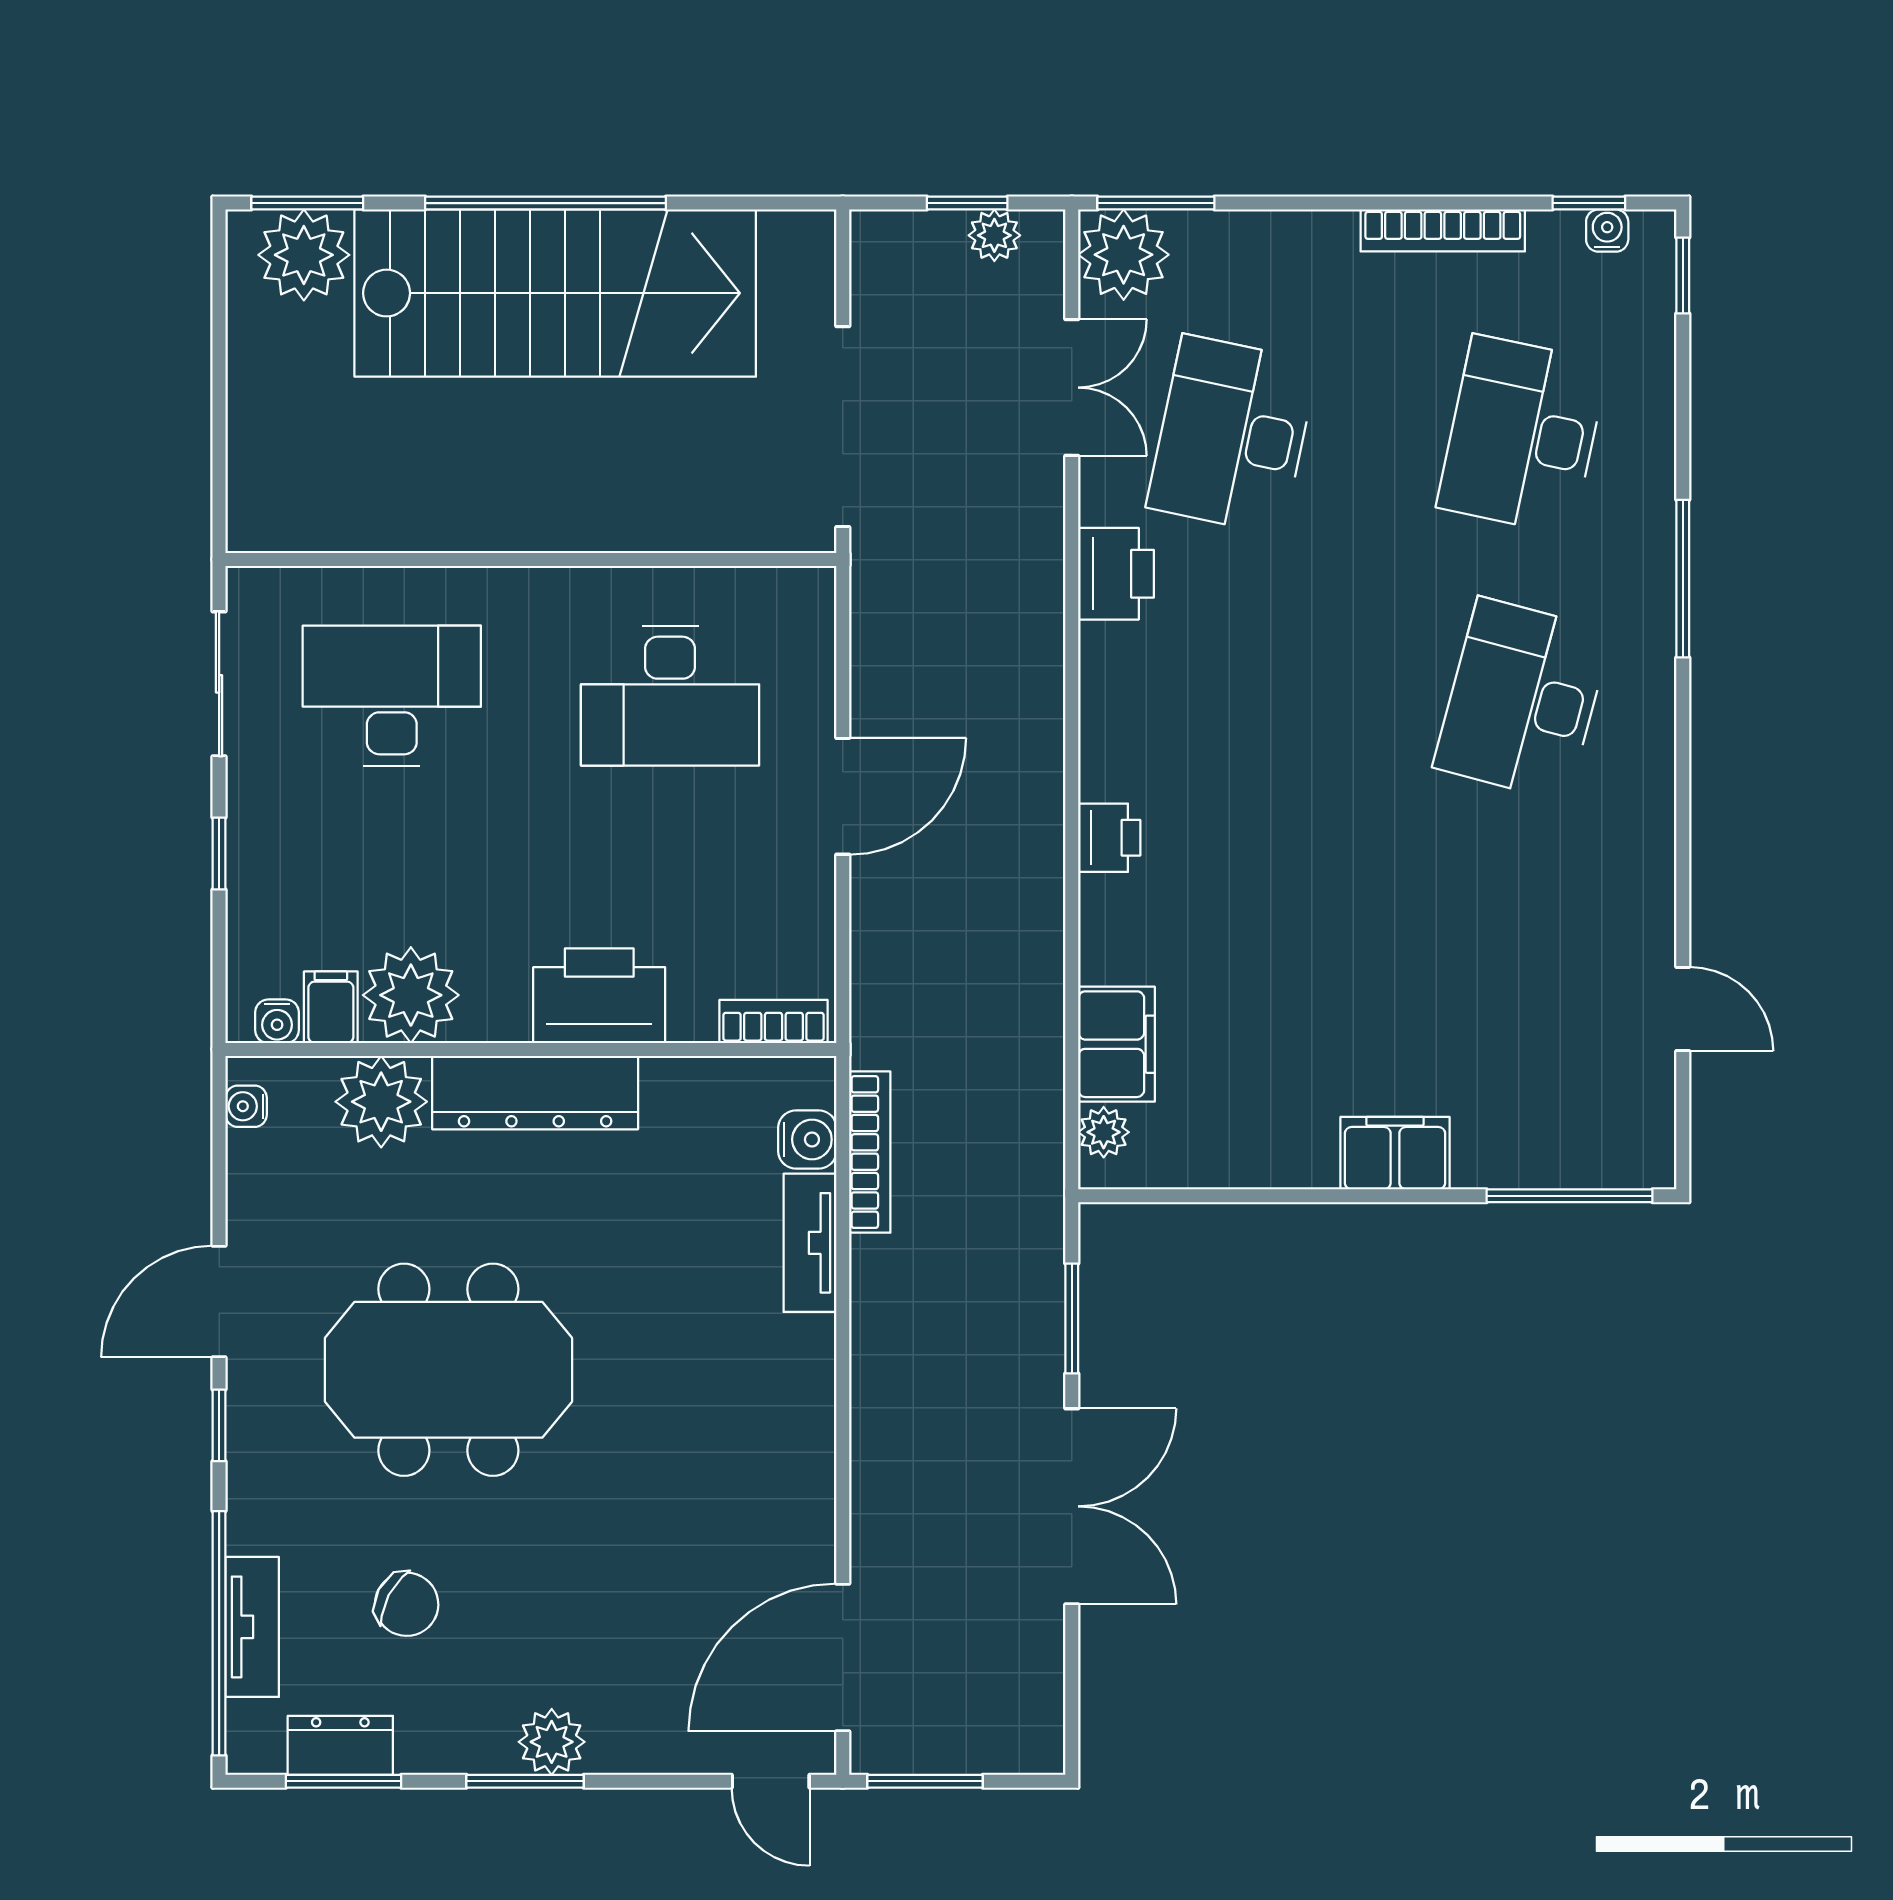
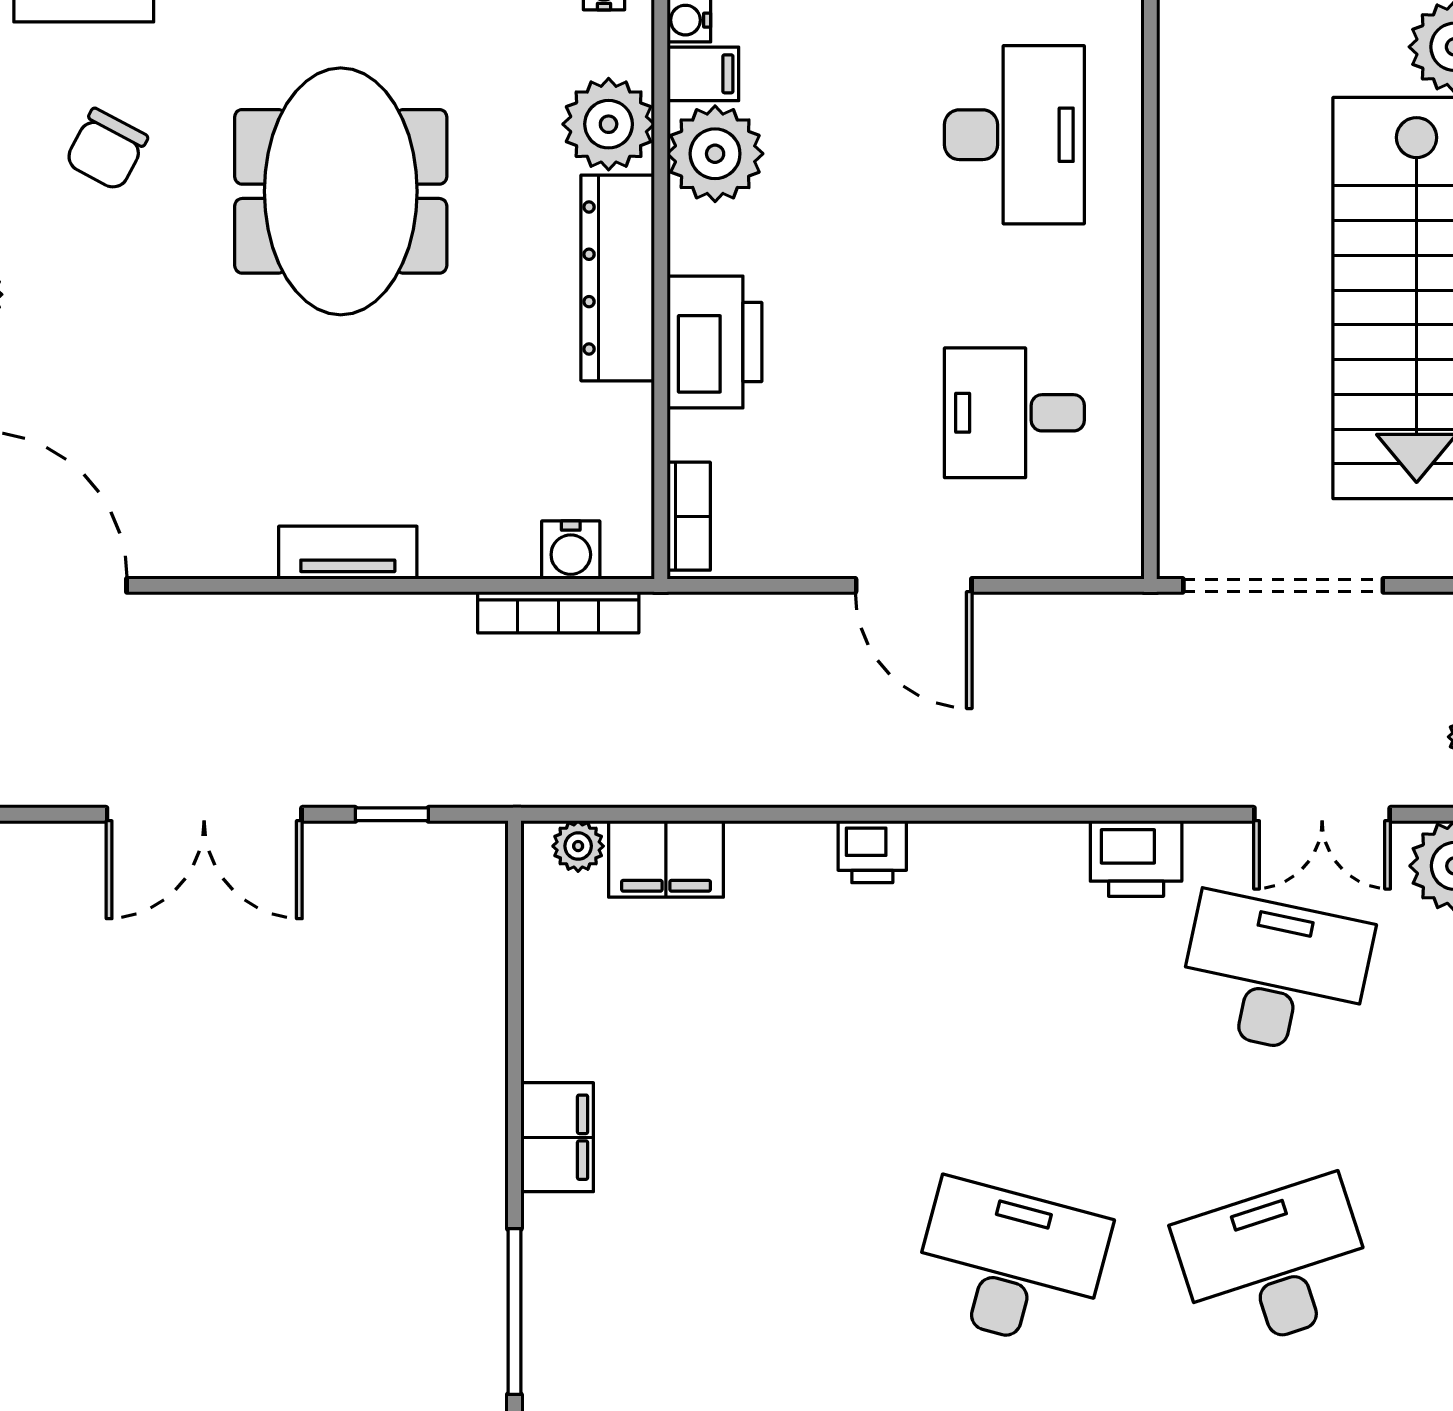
desk: (1522, 435) -> (1275, 1265), turned -30
desk: (670, 696) -> (1014, 413), width x0.73
tv unit: (810, 1243) -> (348, 553), moved
window: (1072, 1318) -> (392, 814), width x0.67

